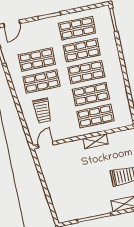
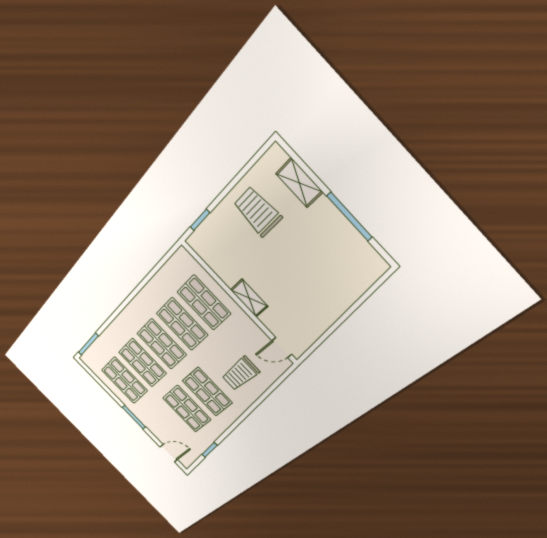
trolley: (42, 111) -> (241, 374), turned 180
shelving: (96, 141) -> (249, 298), moved

